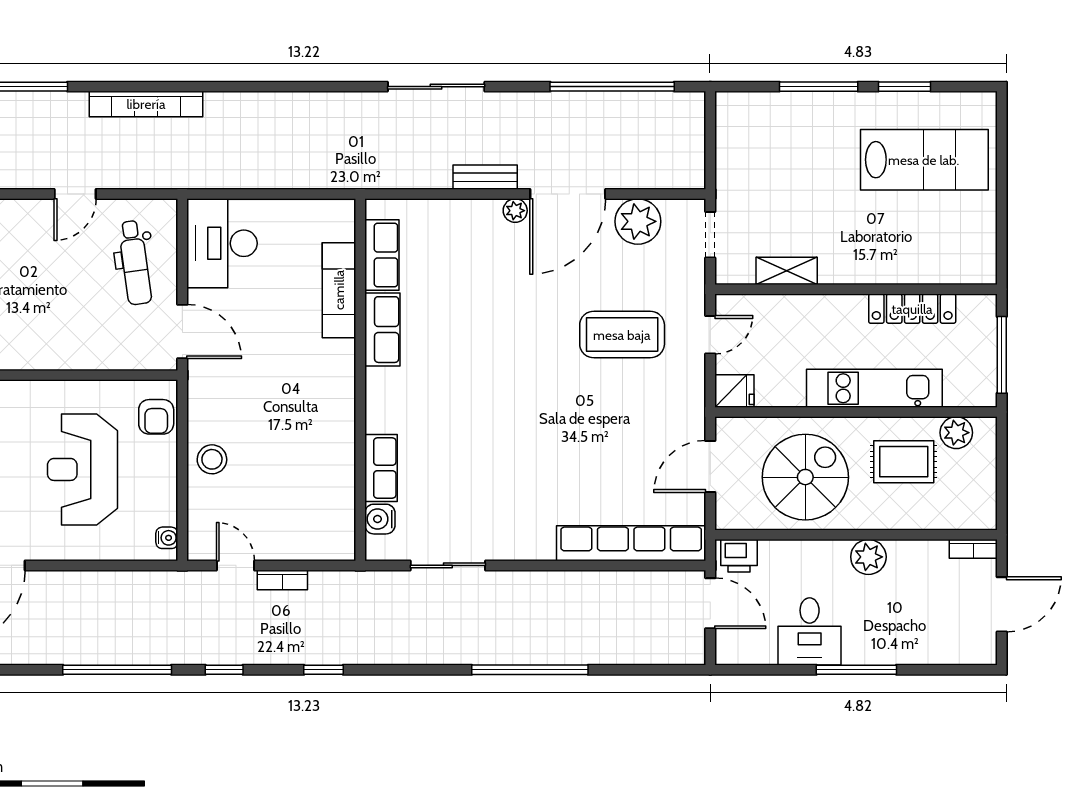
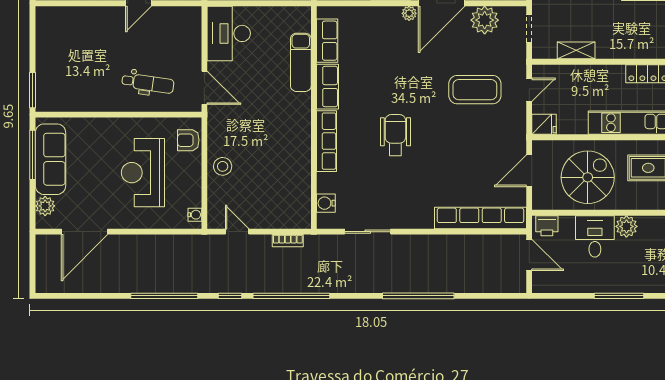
dental chair: (135, 263) -> (148, 83), moved, turned -74
wheelchair: (493, 408) -> (395, 135), added
armchair: (156, 417) -> (188, 140), turned 90
row of seats: (381, 468) -> (327, 141), moved, width x1.48
bookcase: (282, 580) -> (288, 241), moved
desk: (810, 631) -> (595, 236), moved, turned 180
window: (324, 670) -> (291, 296), width x3.17

